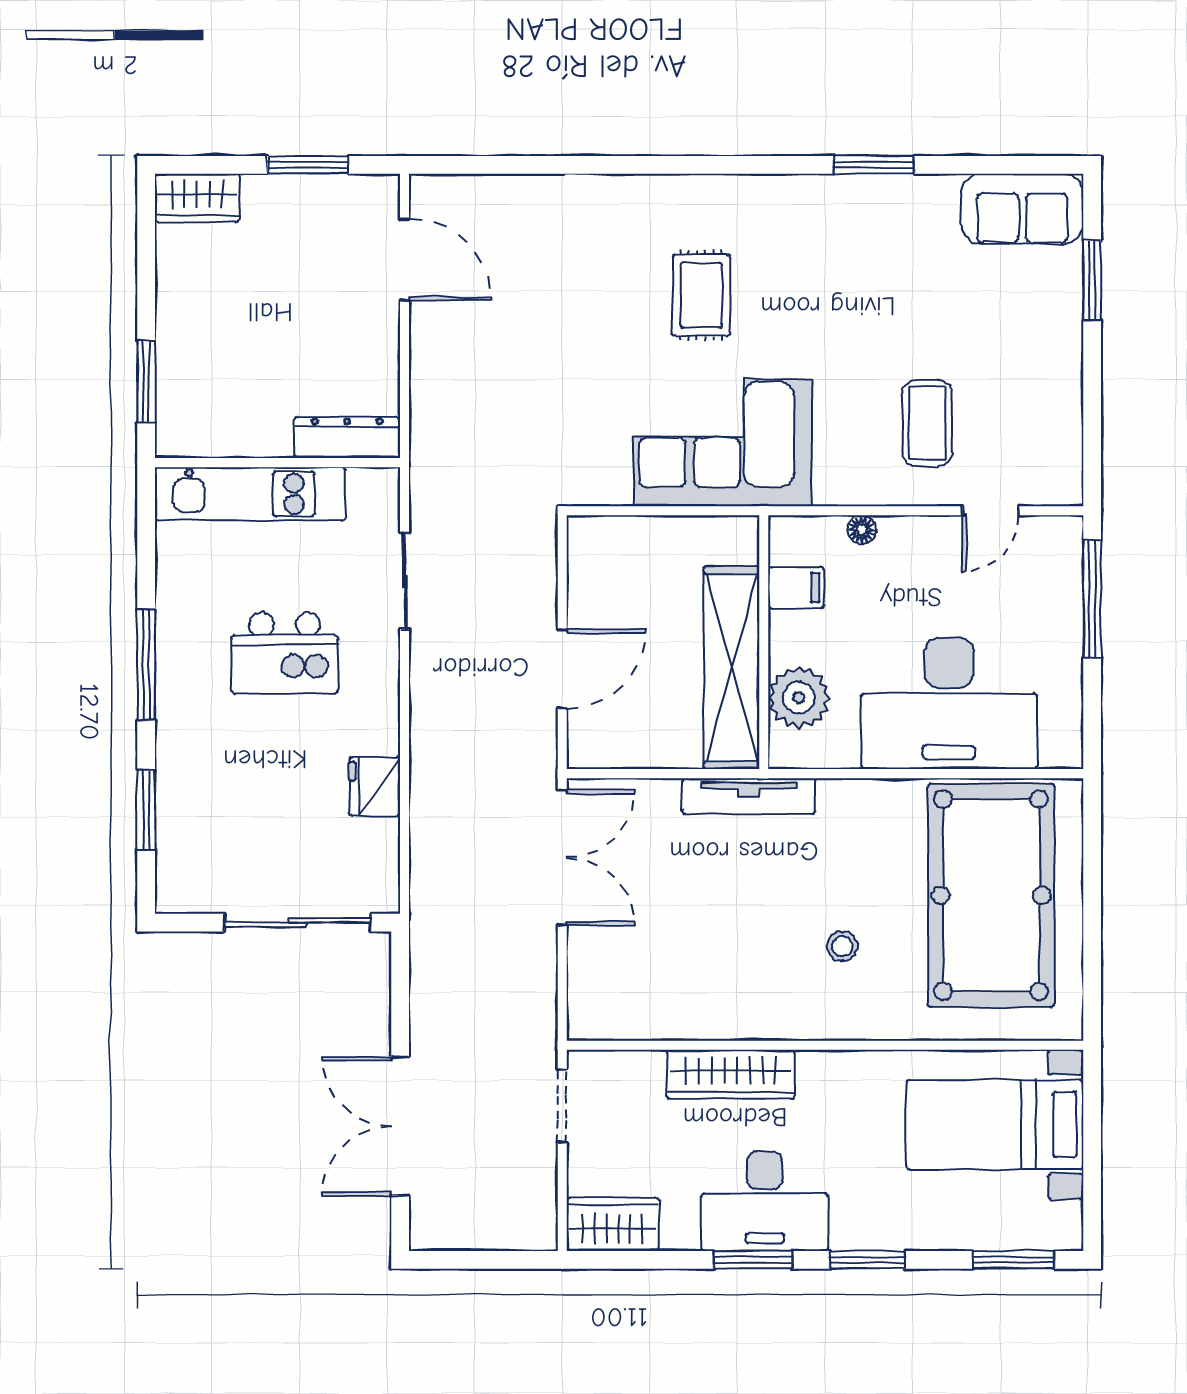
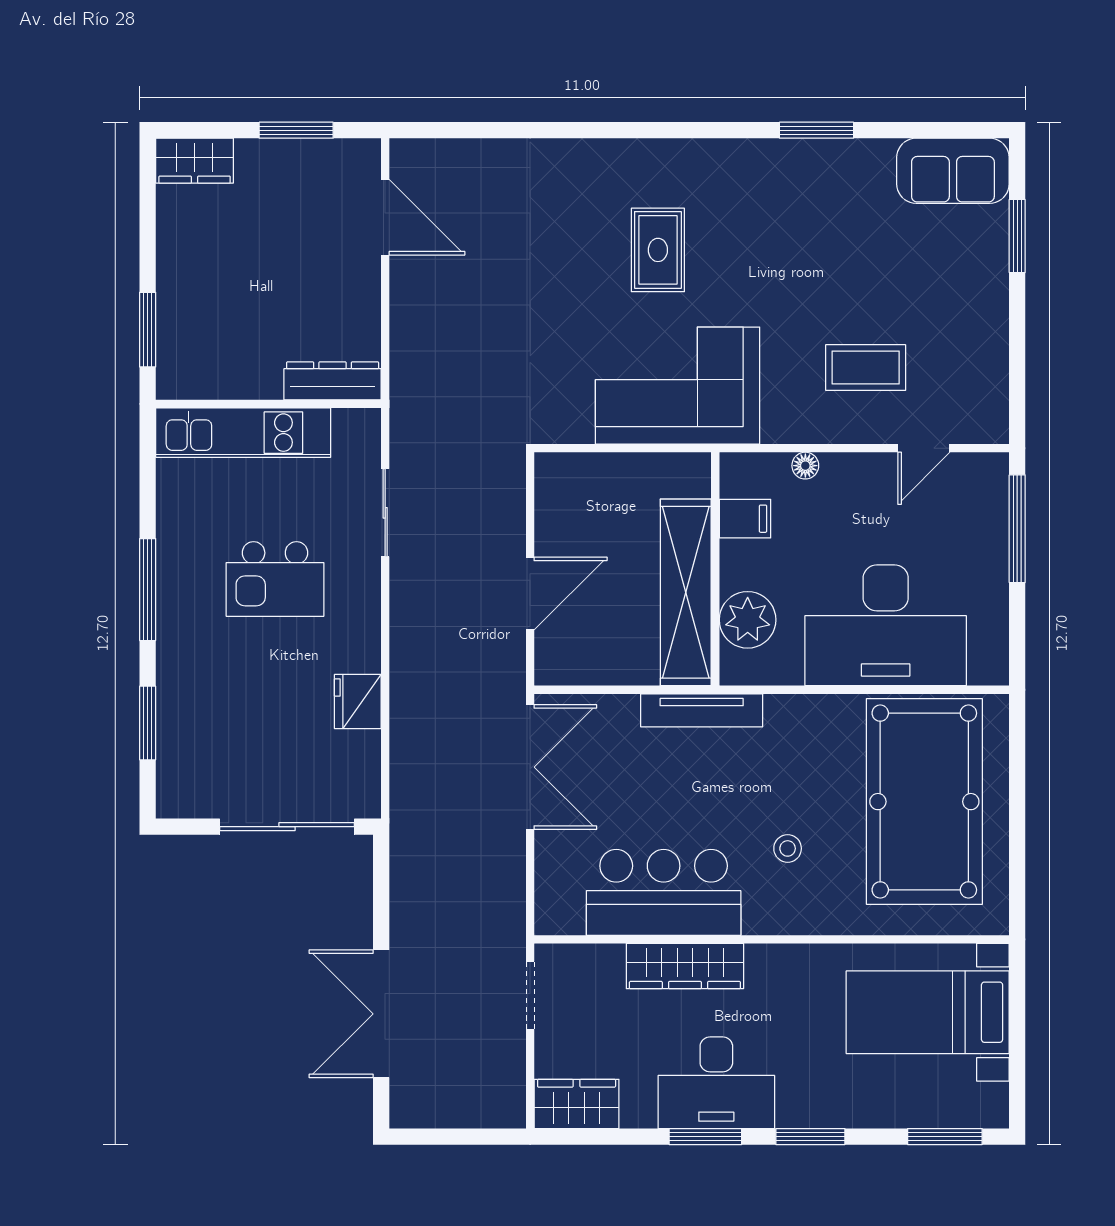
coffee table: (927, 423) -> (866, 368), turned 90
bar counter: (707, 994) -> (664, 892), added

